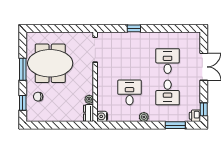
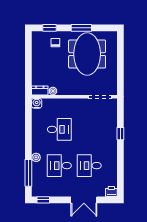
desk: (168, 61) -> (89, 166), turned 180
printer: (195, 116) -> (111, 192), moved
plant: (144, 117) -> (36, 157), moved
window: (175, 125) -> (28, 173), width x1.44

